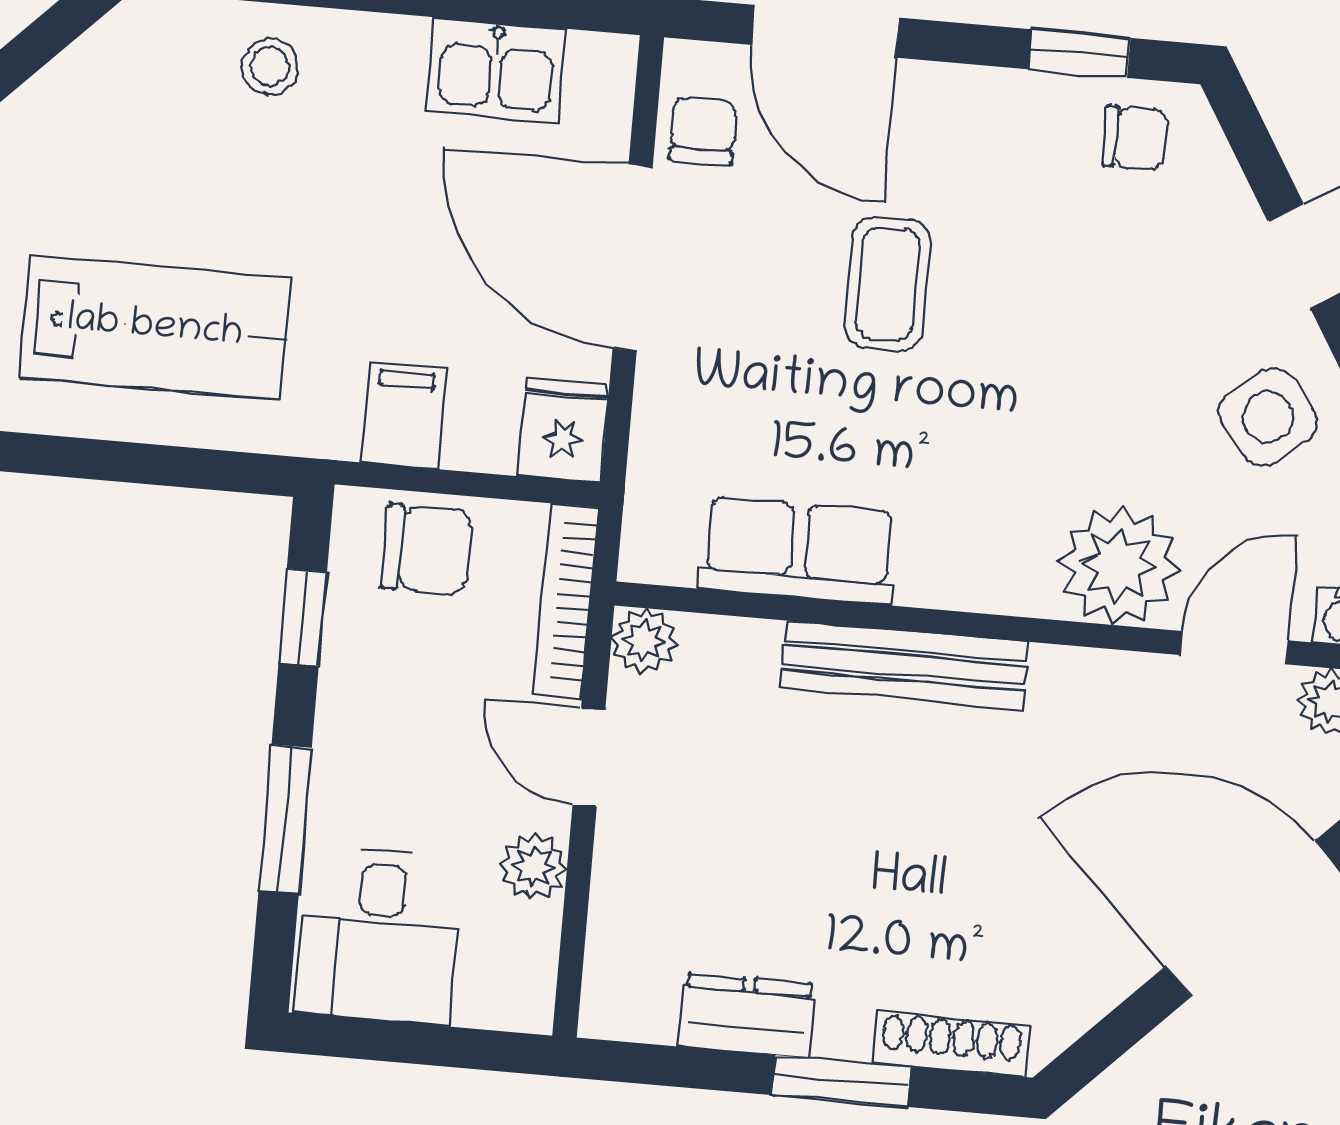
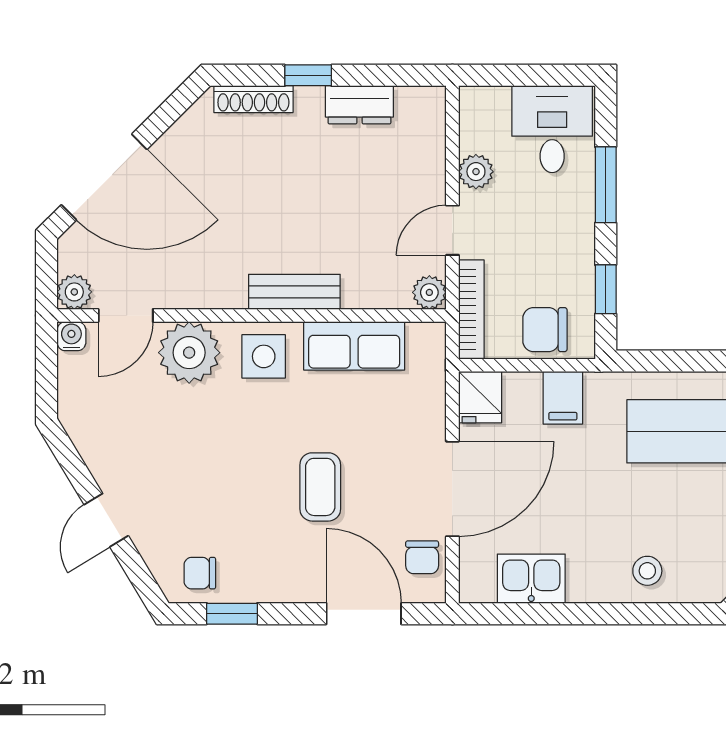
door: (633, 258) -> (452, 489), hinge flipped
side table: (1268, 417) -> (264, 356), moved, turned 38
bench: (905, 665) -> (294, 292), width x0.73
door: (589, 757) -> (452, 230), swing flipped
window: (841, 1081) -> (308, 75), width x0.67

